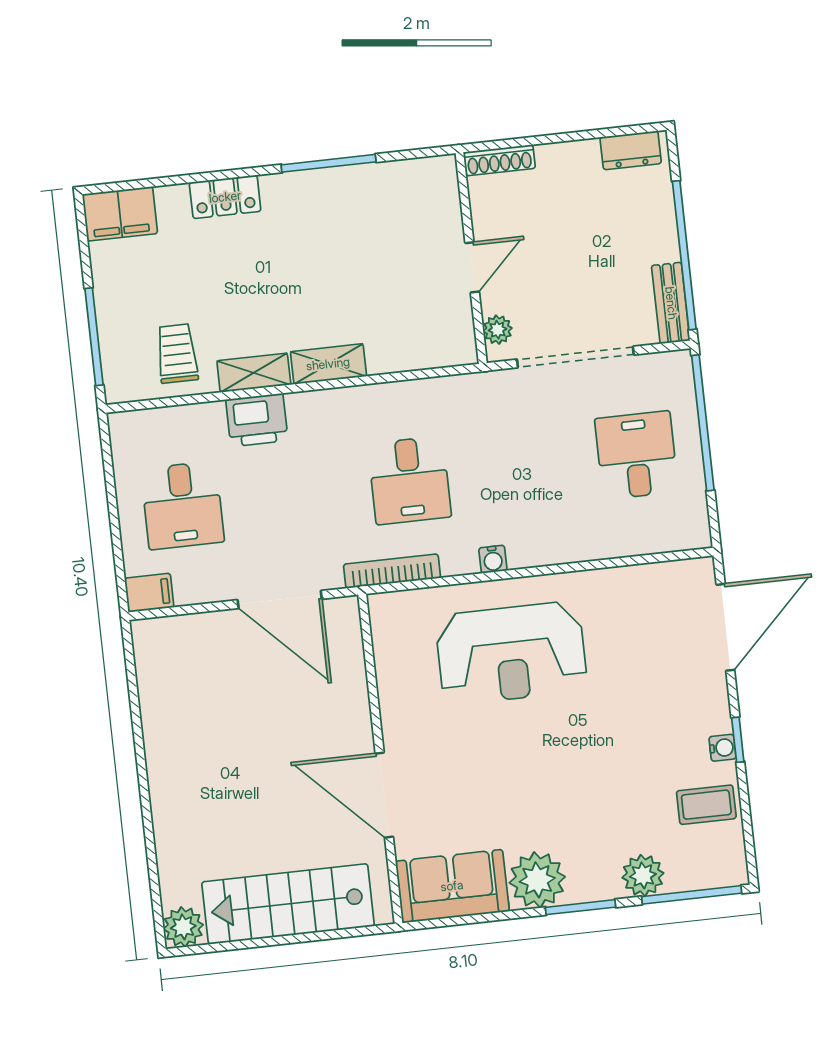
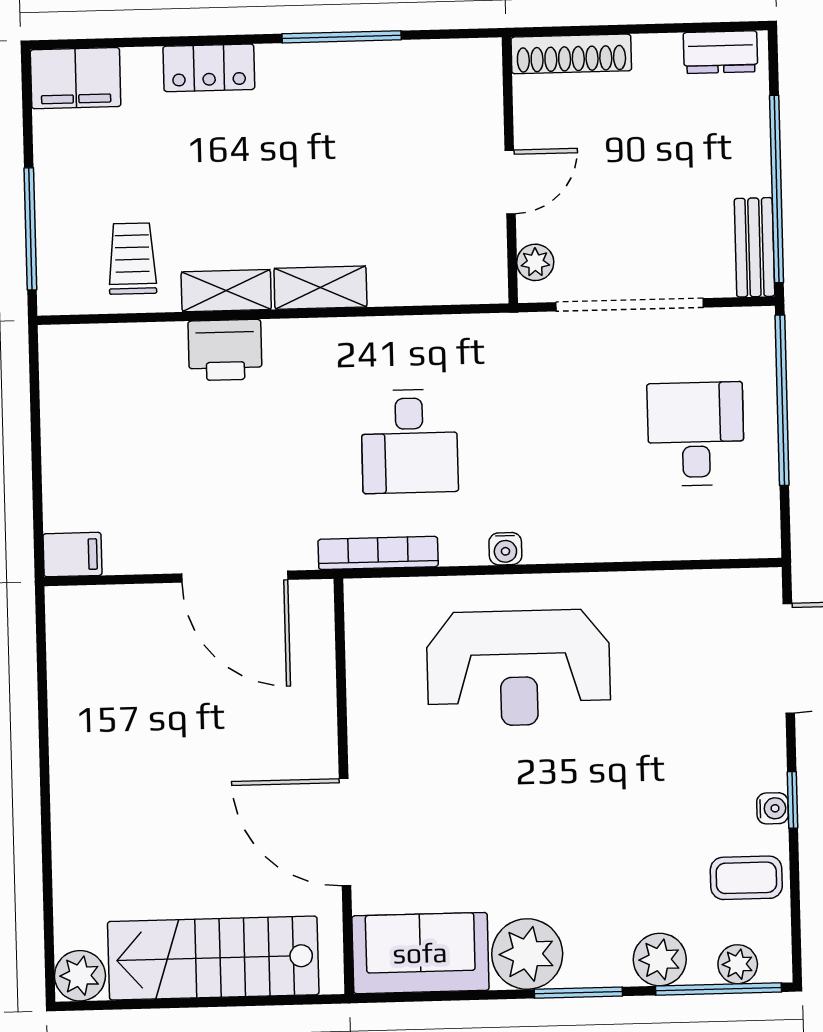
shoe rack: (499, 160) -> (571, 54), width x1.36, depth x1.24
desk: (183, 505) -> (123, 449), removed
plant: (705, 874) -> (738, 964), added

